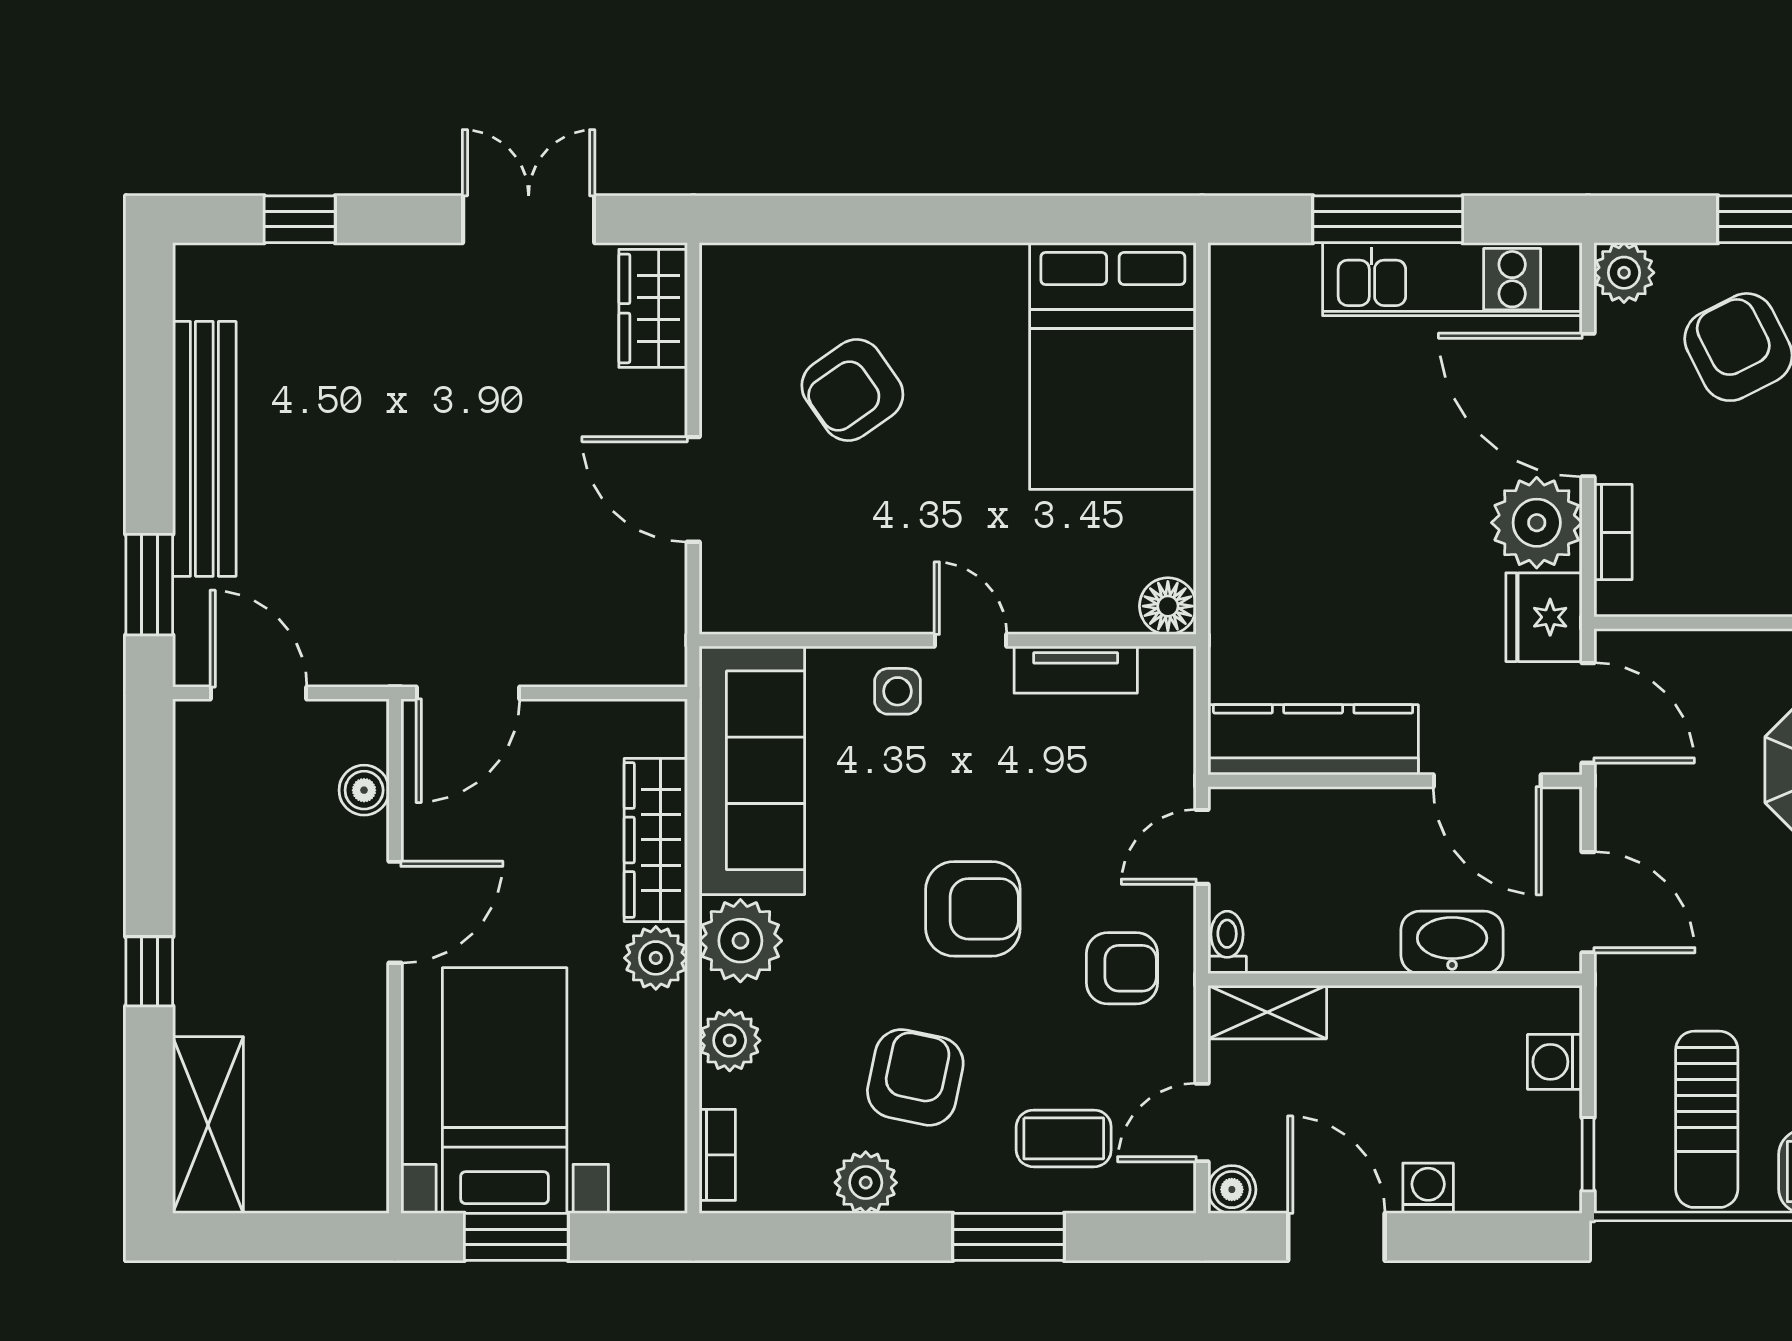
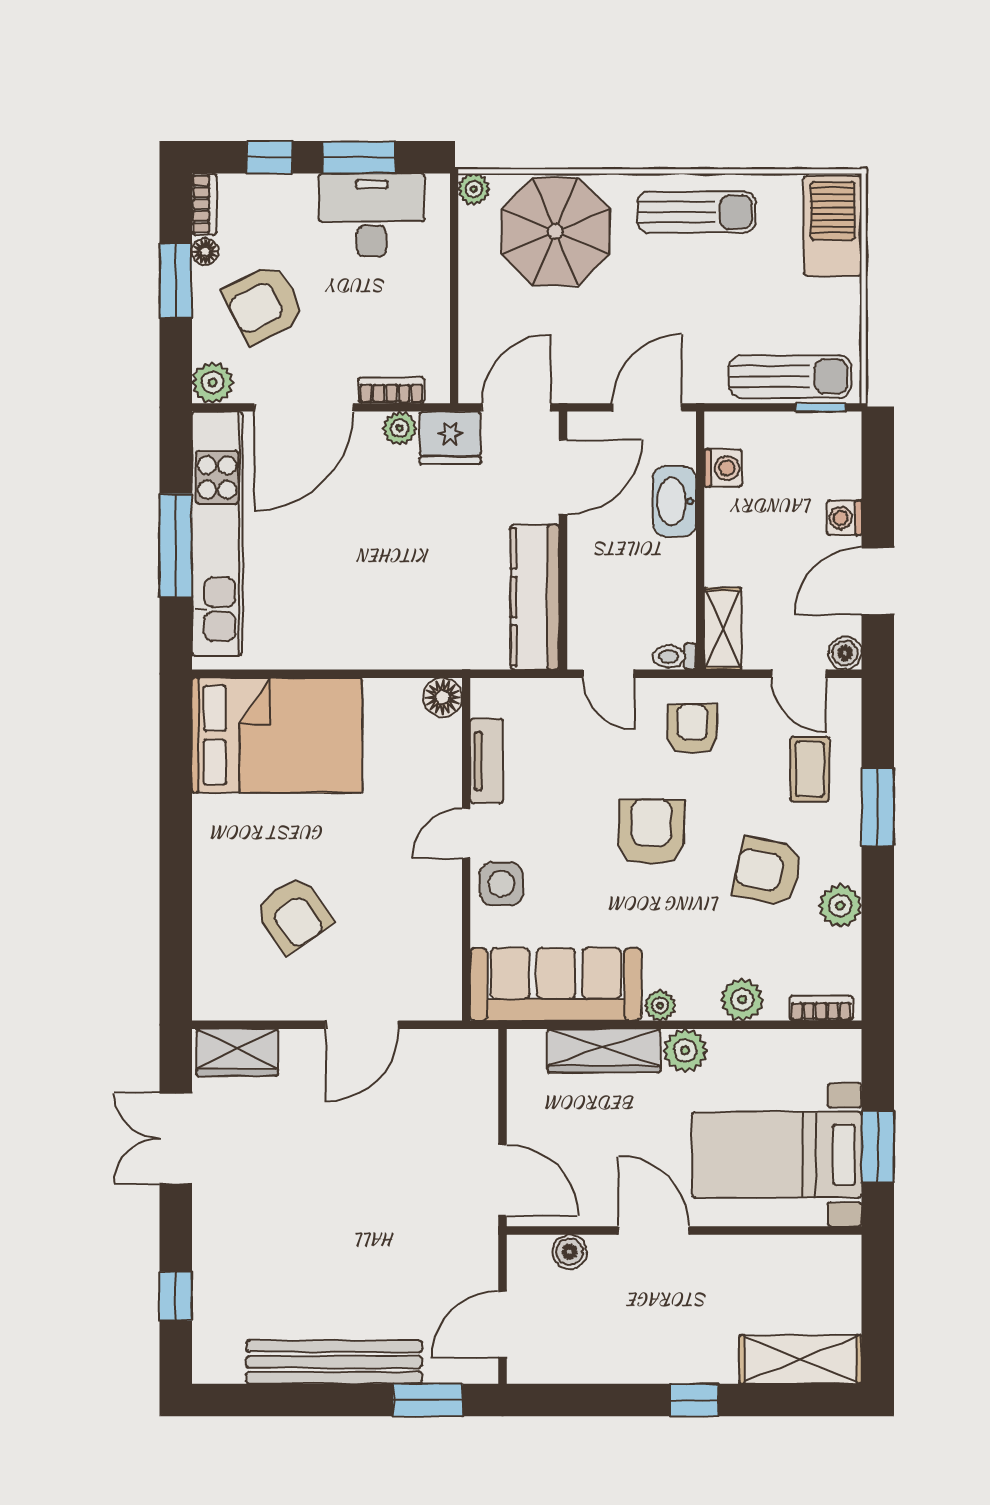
kitchen unit: (1452, 279) -> (217, 534), width x1.36
plant: (1537, 523) -> (400, 428), width x0.53, depth x0.53
side table: (897, 691) -> (501, 884), width x1.37, depth x1.37
plant: (740, 941) -> (660, 1005), width x0.53, depth x0.53
washing machine: (1555, 1062) -> (723, 468), moved, turned -90
sun lounger: (1707, 1119) -> (790, 377), moved

